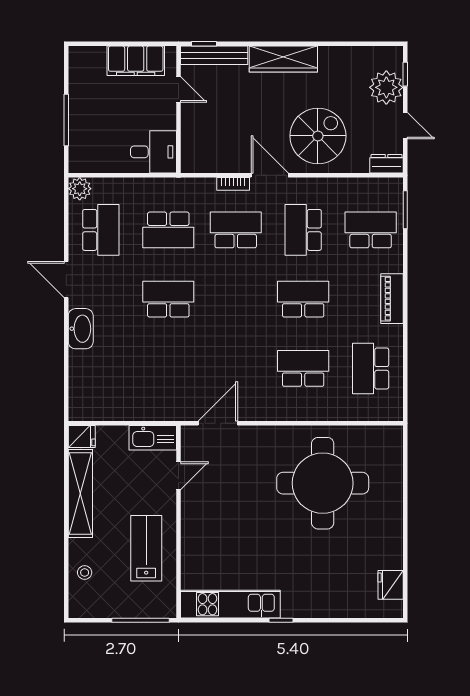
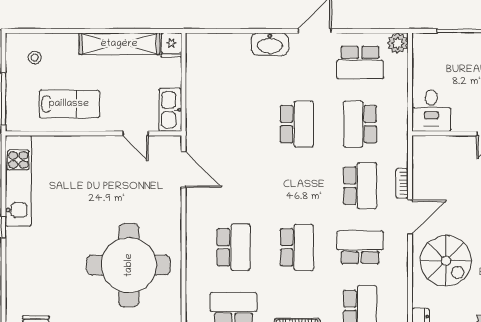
stool: (85, 573) -> (35, 58), moved

